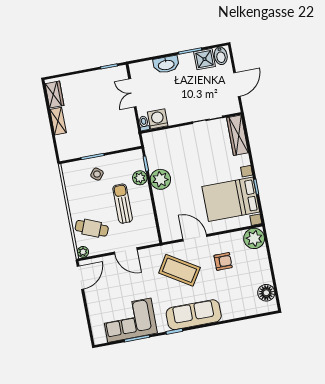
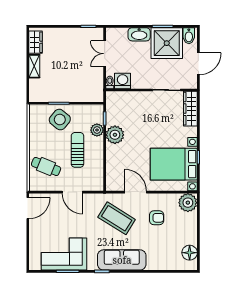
shower: (204, 59) -> (167, 43), width x1.86, depth x1.86
side table: (97, 174) -> (60, 120), width x1.87, depth x1.87
plant: (83, 252) -> (34, 186), removed

